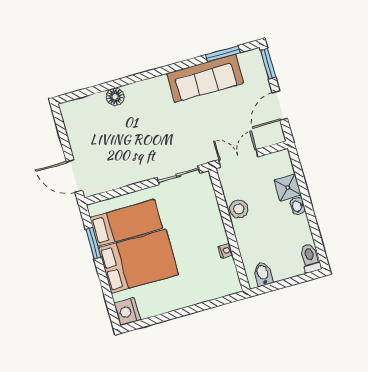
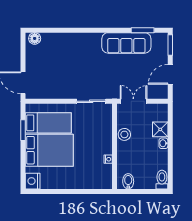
floor lamp: (115, 97) -> (35, 38), moved

